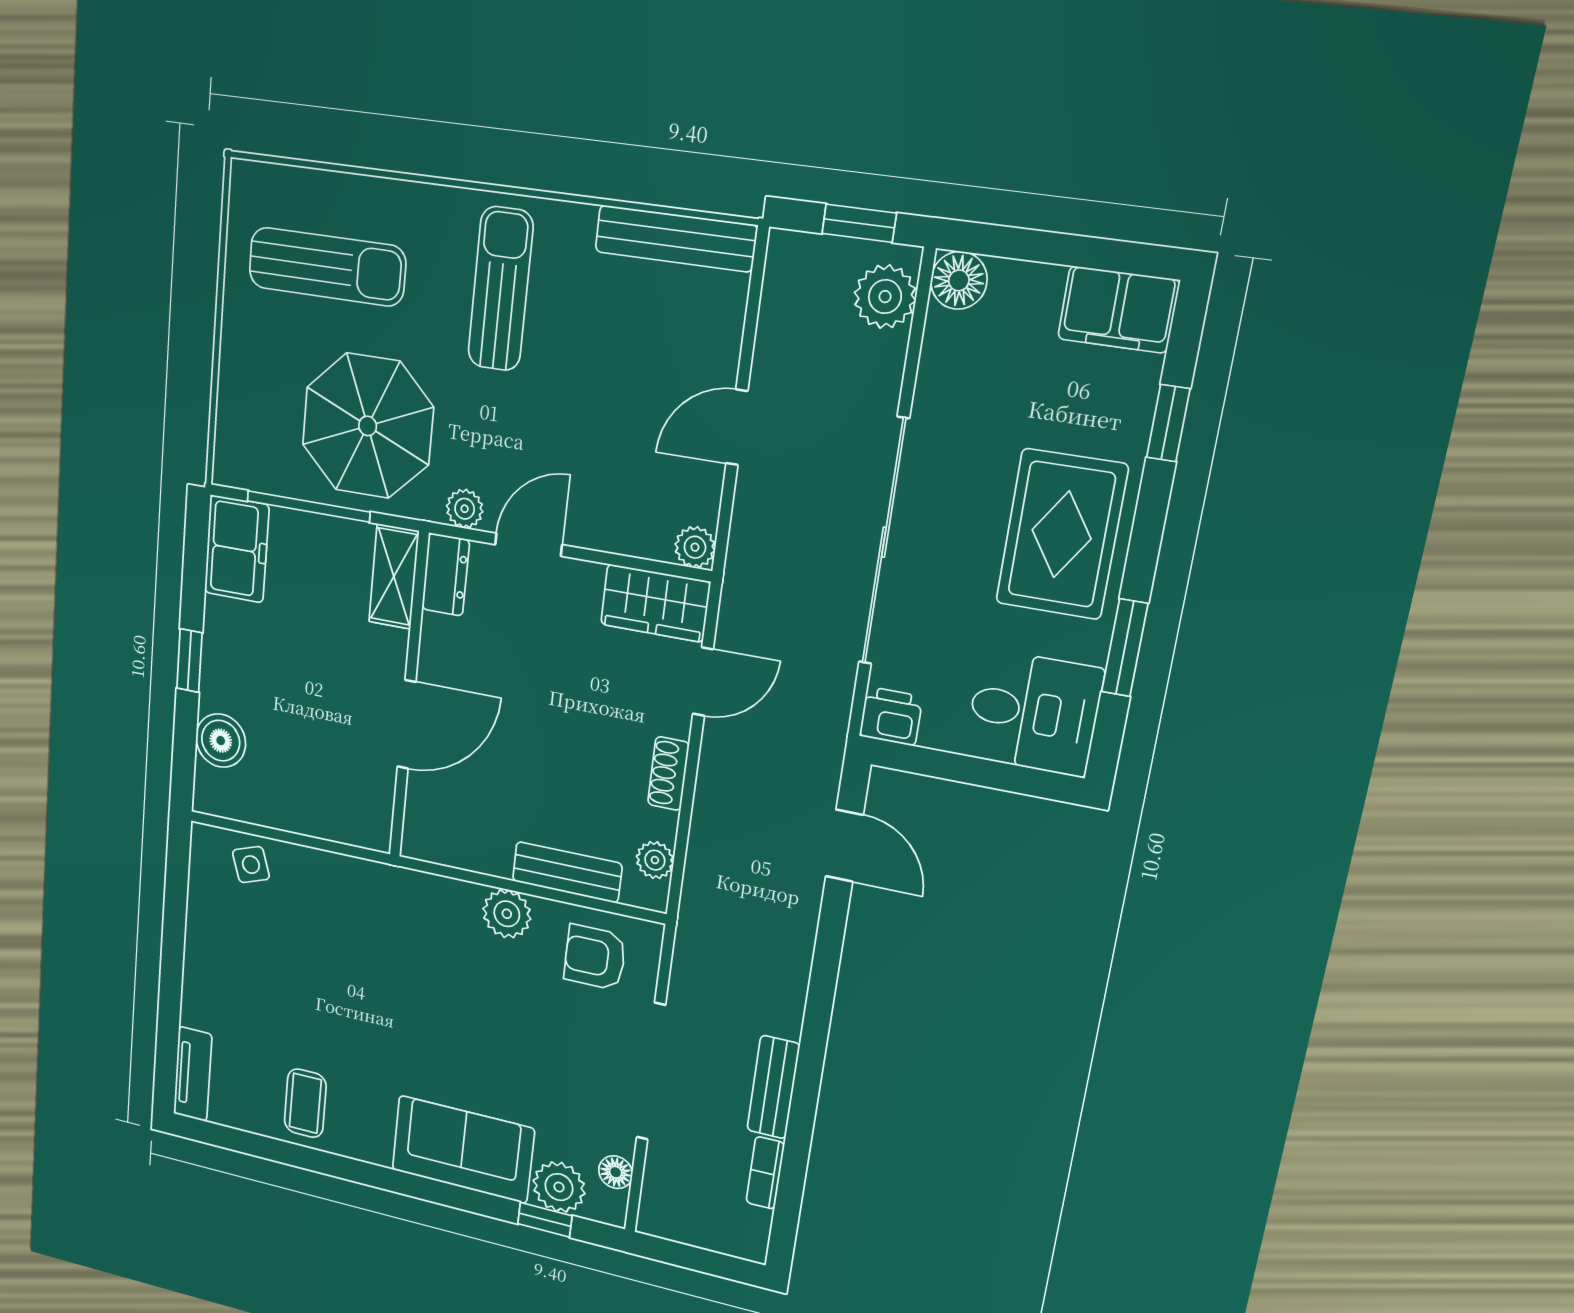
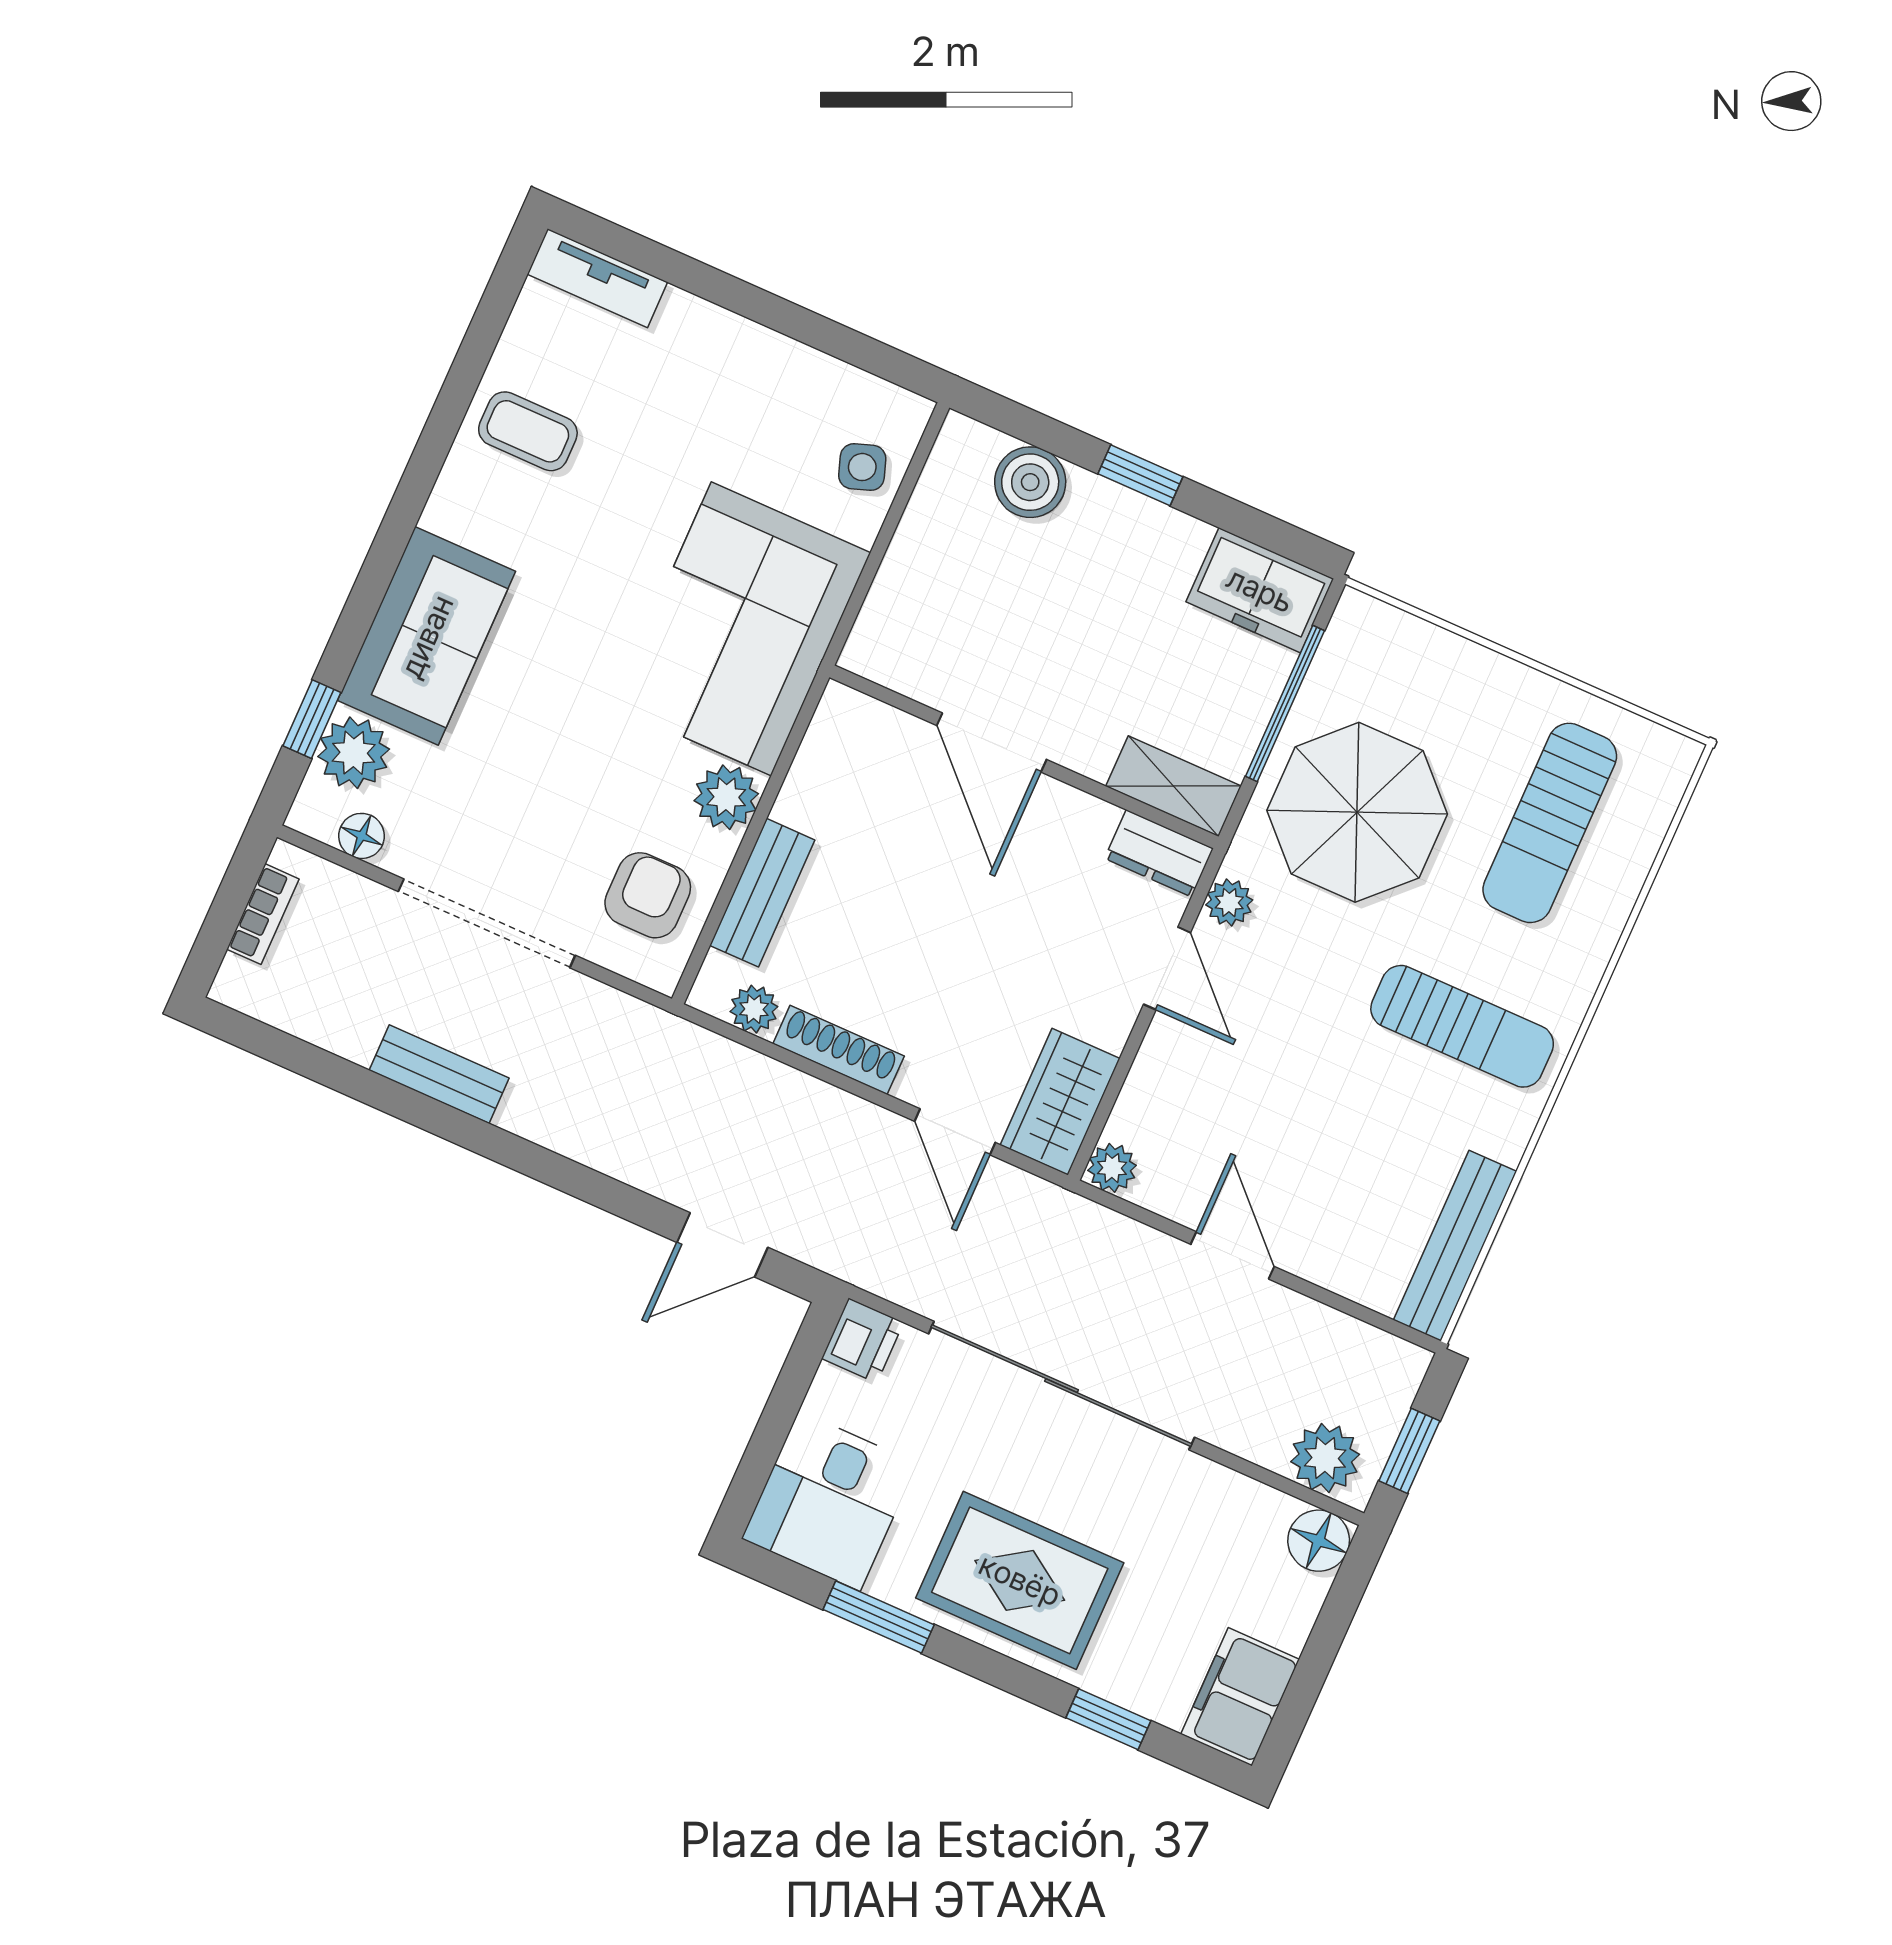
shoe rack: (668, 773) -> (839, 1050), width x1.43
corner sofa: (387, 928) -> (741, 629), added
bookcase: (765, 1173) -> (263, 914), moved, turned 90

